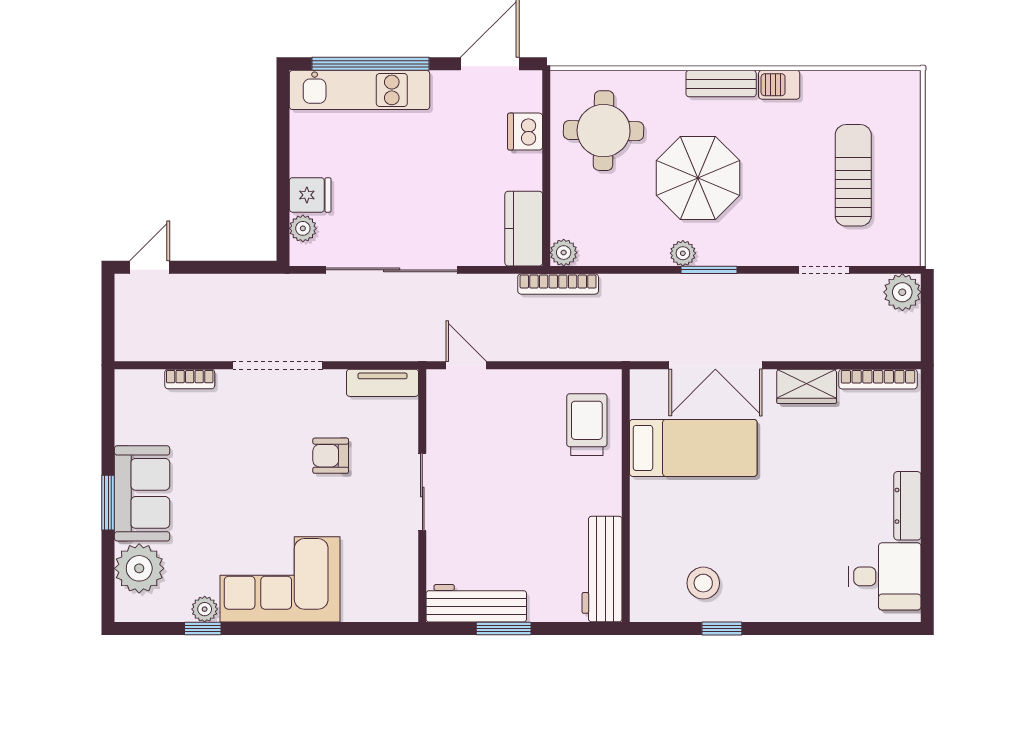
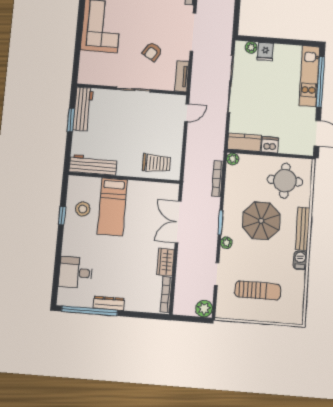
bench: (721, 84) -> (303, 229), width x1.36
dishwasher: (525, 132) -> (270, 145), moved
plant: (683, 253) -> (226, 243), moved
bookcase: (558, 284) -> (217, 179), moved
bed: (693, 448) -> (112, 207), moved
armchair: (331, 456) -> (152, 52), turned -147
window: (927, 547) -> (89, 311), added
desk: (884, 576) -> (76, 273), moved, turned 90

